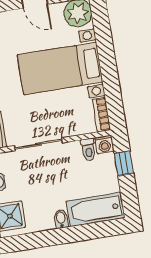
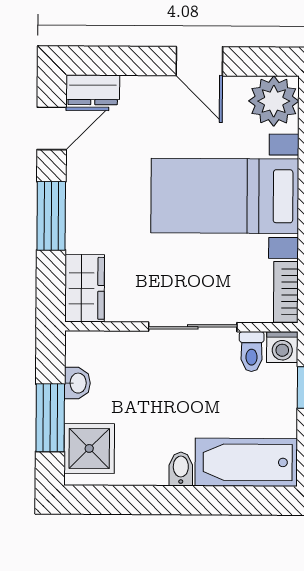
sliding door: (38, 144) -> (193, 327), moved

